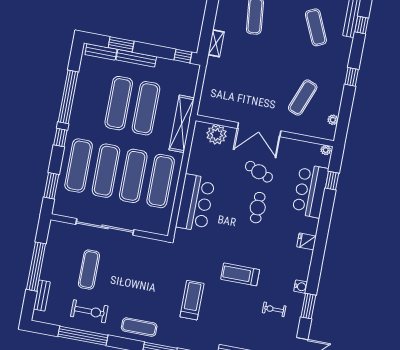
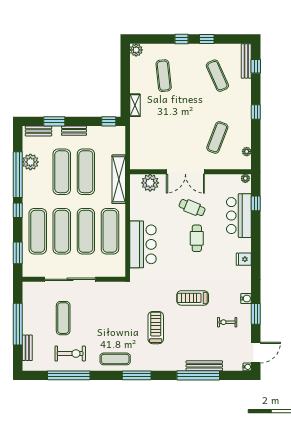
bench: (136, 58) -> (74, 131), width x0.73
plant: (85, 85) -> (30, 162), added

